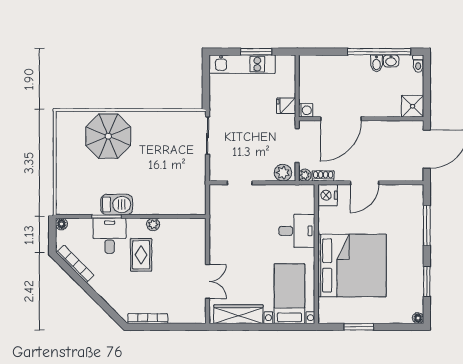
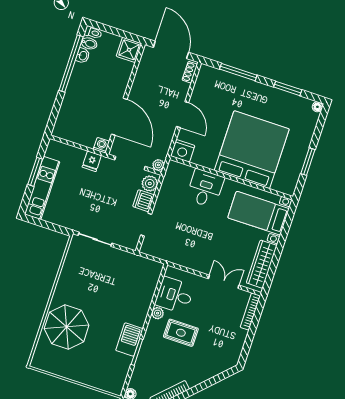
bidet: (376, 63) -> (89, 43), moved
dishwasher: (263, 172) -> (144, 201), added
shoe rack: (323, 176) -> (190, 72), moved
desk: (110, 236) -> (175, 295), moved
bookcase: (148, 319) -> (250, 311), moved

